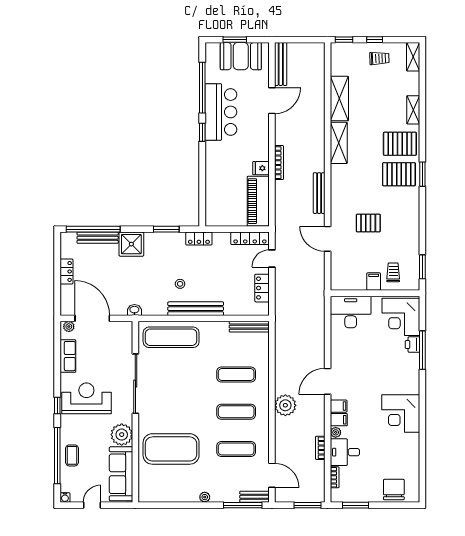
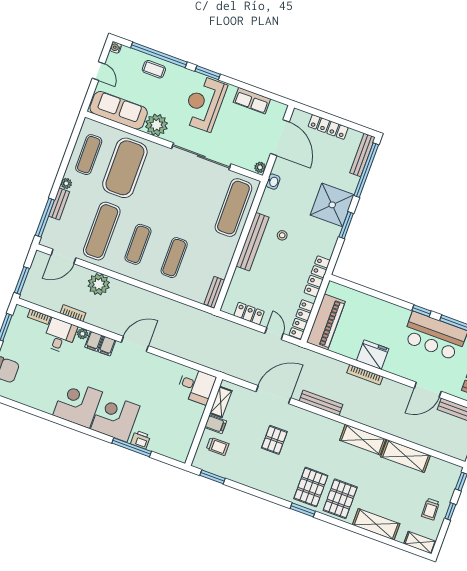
door: (272, 101) -> (428, 390), hinge flipped
shelving: (413, 110) -> (376, 524), width x1.50, depth x1.33
fridge: (261, 168) -> (373, 355), width x1.88, depth x1.34
piano: (258, 201) -> (326, 322), moved, turned 90
window: (166, 229) -> (346, 225), moved
bench: (98, 238) -> (362, 155), moved
locker: (199, 239) -> (317, 276), width x1.53
door: (328, 239) -> (273, 395), width x1.36
shower: (131, 244) -> (332, 205), width x1.37, depth x1.37
locker: (66, 271) -> (328, 127), width x1.53
shelving: (352, 284) -> (221, 402), added
desk: (351, 312) -> (196, 386), width x0.73
corner desk: (401, 317) -> (115, 418), moved
door: (92, 318) -> (280, 138), hinge flipped
plant: (69, 327) -> (260, 167), moved
bench: (249, 327) -> (214, 292), width x0.73
door: (328, 381) -> (135, 344), hinge flipped
reception desk: (86, 398) -> (204, 104), turned 180
window: (57, 405) -> (208, 73), width x1.50
plant: (285, 405) -> (99, 284), moved
exercise mat: (236, 449) -> (102, 231), width x1.36, depth x1.45
exercise mat: (171, 486) -> (89, 155), added
bench: (254, 497) -> (59, 204), moved

